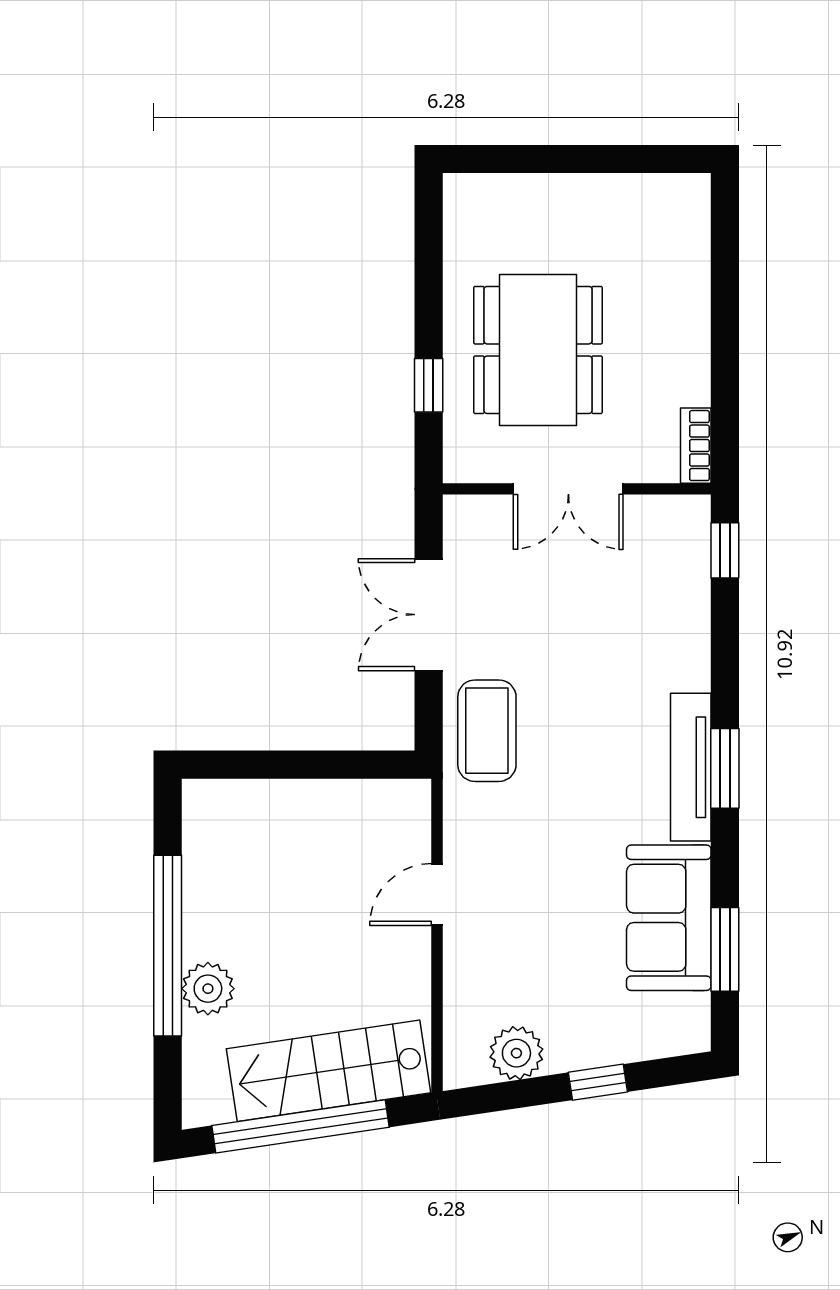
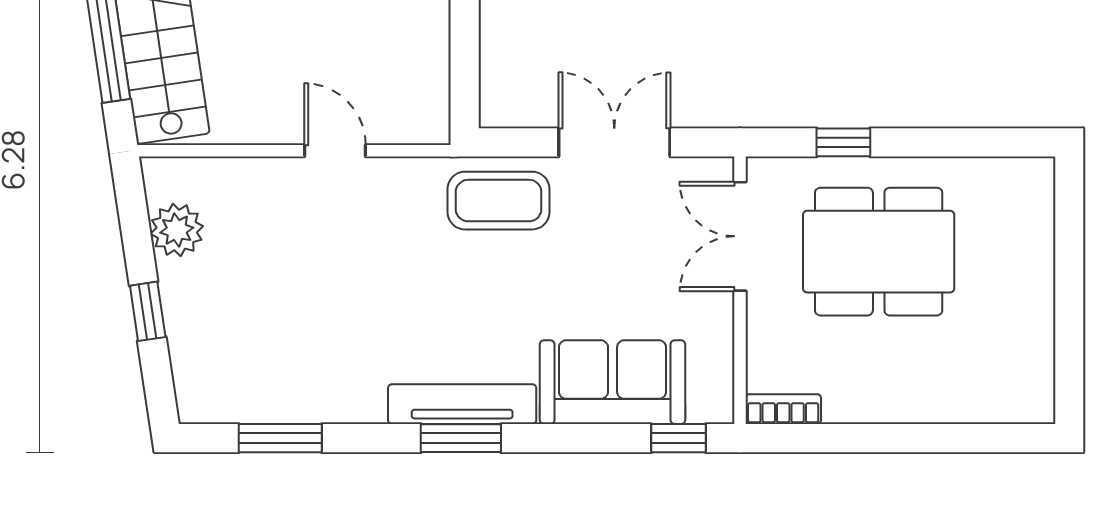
double door: (568, 489) -> (740, 236), moved
sofa: (669, 918) -> (613, 382), moved

